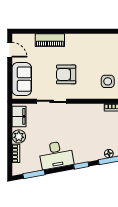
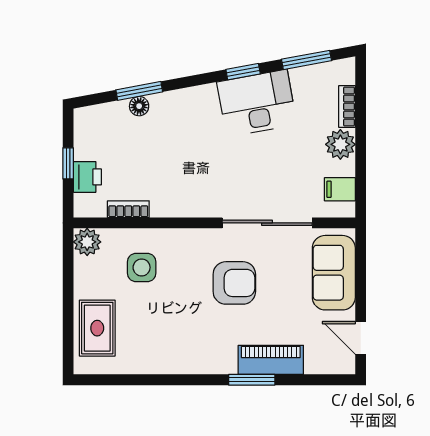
window: (58, 31) -> (252, 380), added
sliding door: (52, 101) -> (267, 223), width x1.37
filing cabinet: (19, 116) -> (340, 189), width x0.50
window: (81, 166) -> (243, 72), moved

